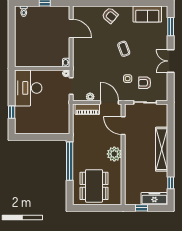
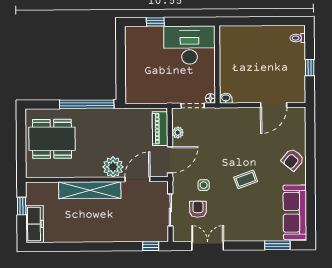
sofa: (147, 14) -> (295, 212), width x1.36
double door: (171, 61) -> (208, 246), moved
shelving: (162, 149) -> (90, 190), moved
plant: (114, 154) -> (113, 167), moved
window: (171, 183) -> (151, 246), moved

